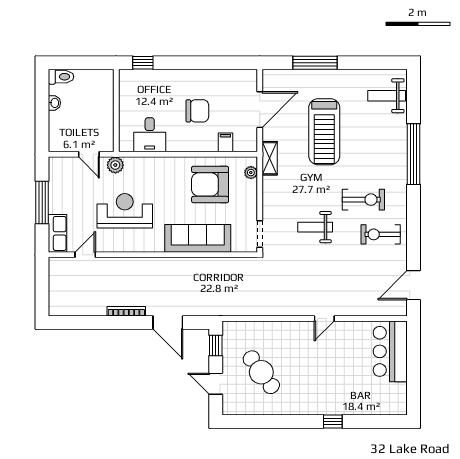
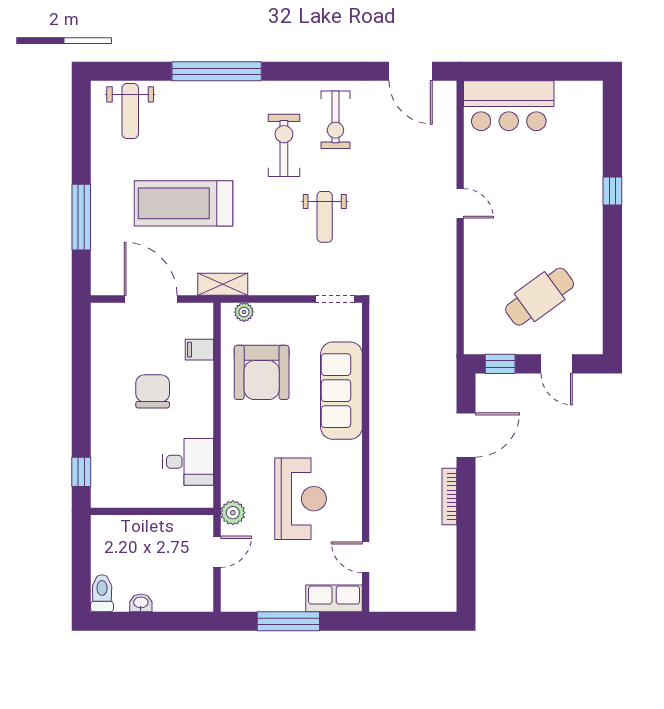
treadmill: (324, 132) -> (184, 203), turned 180
reception desk: (125, 211) -> (301, 499), turned 180
door: (216, 384) -> (557, 364), hinge flipped

